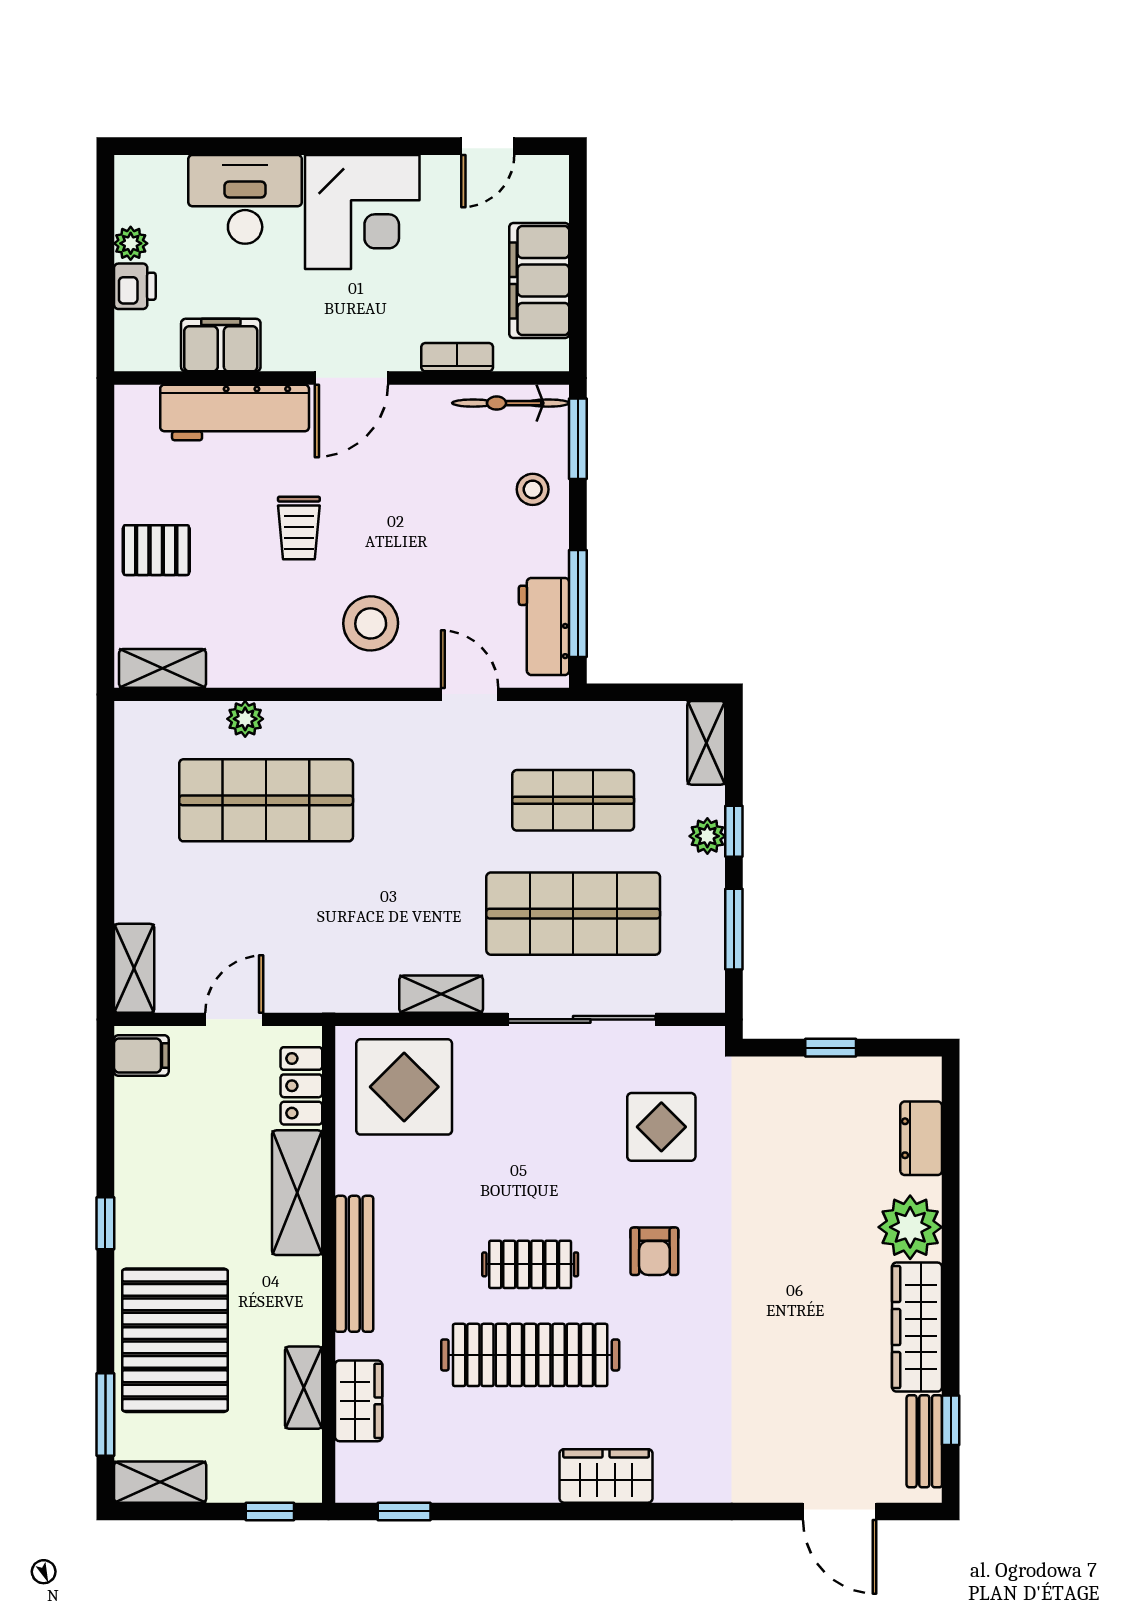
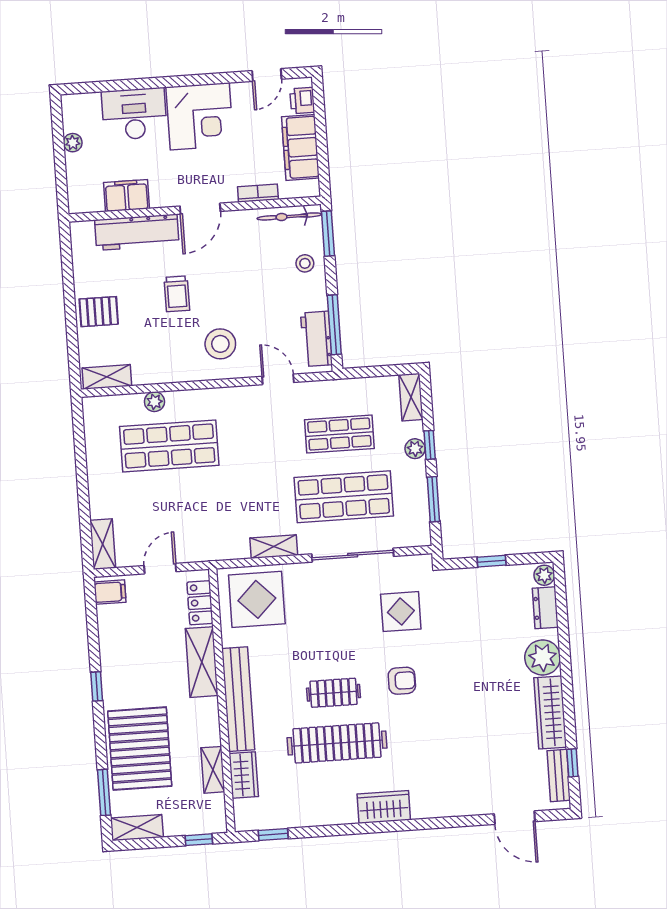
printer: (135, 286) -> (302, 101), moved, turned 180
plant: (924, 1080) -> (544, 575), added
armchair: (654, 1251) -> (402, 681), turned -90
bench: (354, 1264) -> (238, 699), width x1.37, depth x1.21

